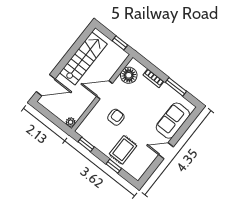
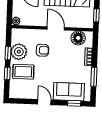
window: (187, 124) -> (74, 103), added
plant: (101, 140) -> (19, 52), added
window: (86, 144) -> (8, 53), moved

